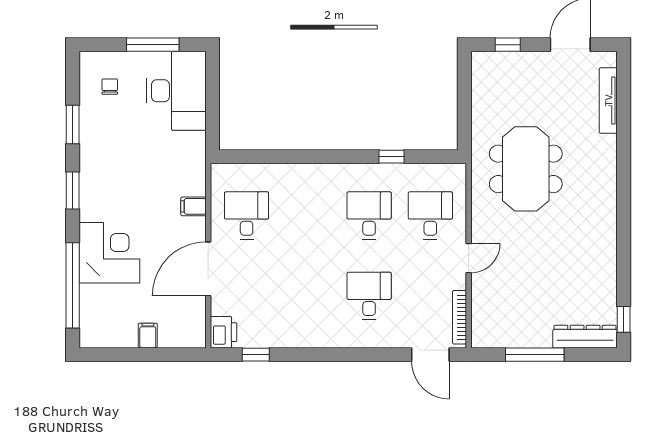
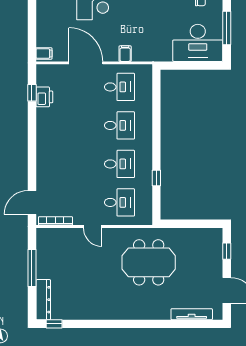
desk: (369, 296) -> (119, 125), moved
printer: (224, 332) -> (44, 97), moved, turned -90
filing cabinet: (148, 336) -> (44, 53), moved

